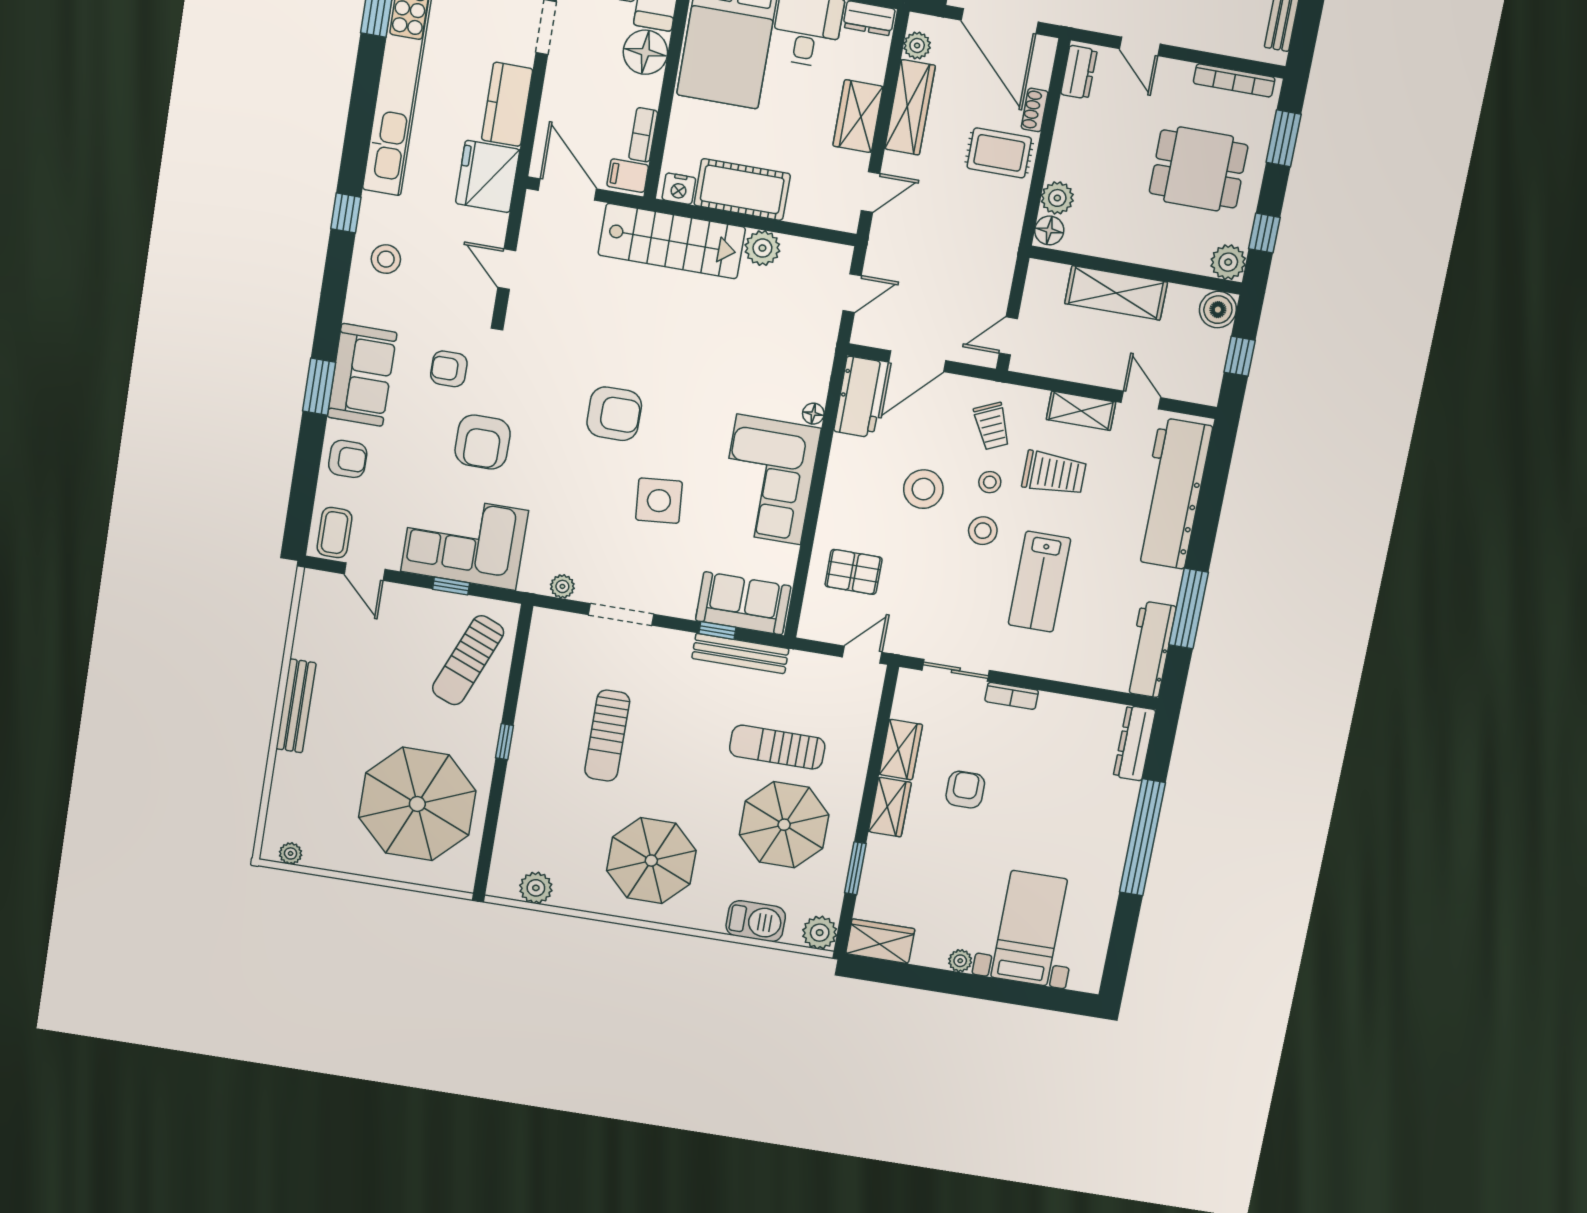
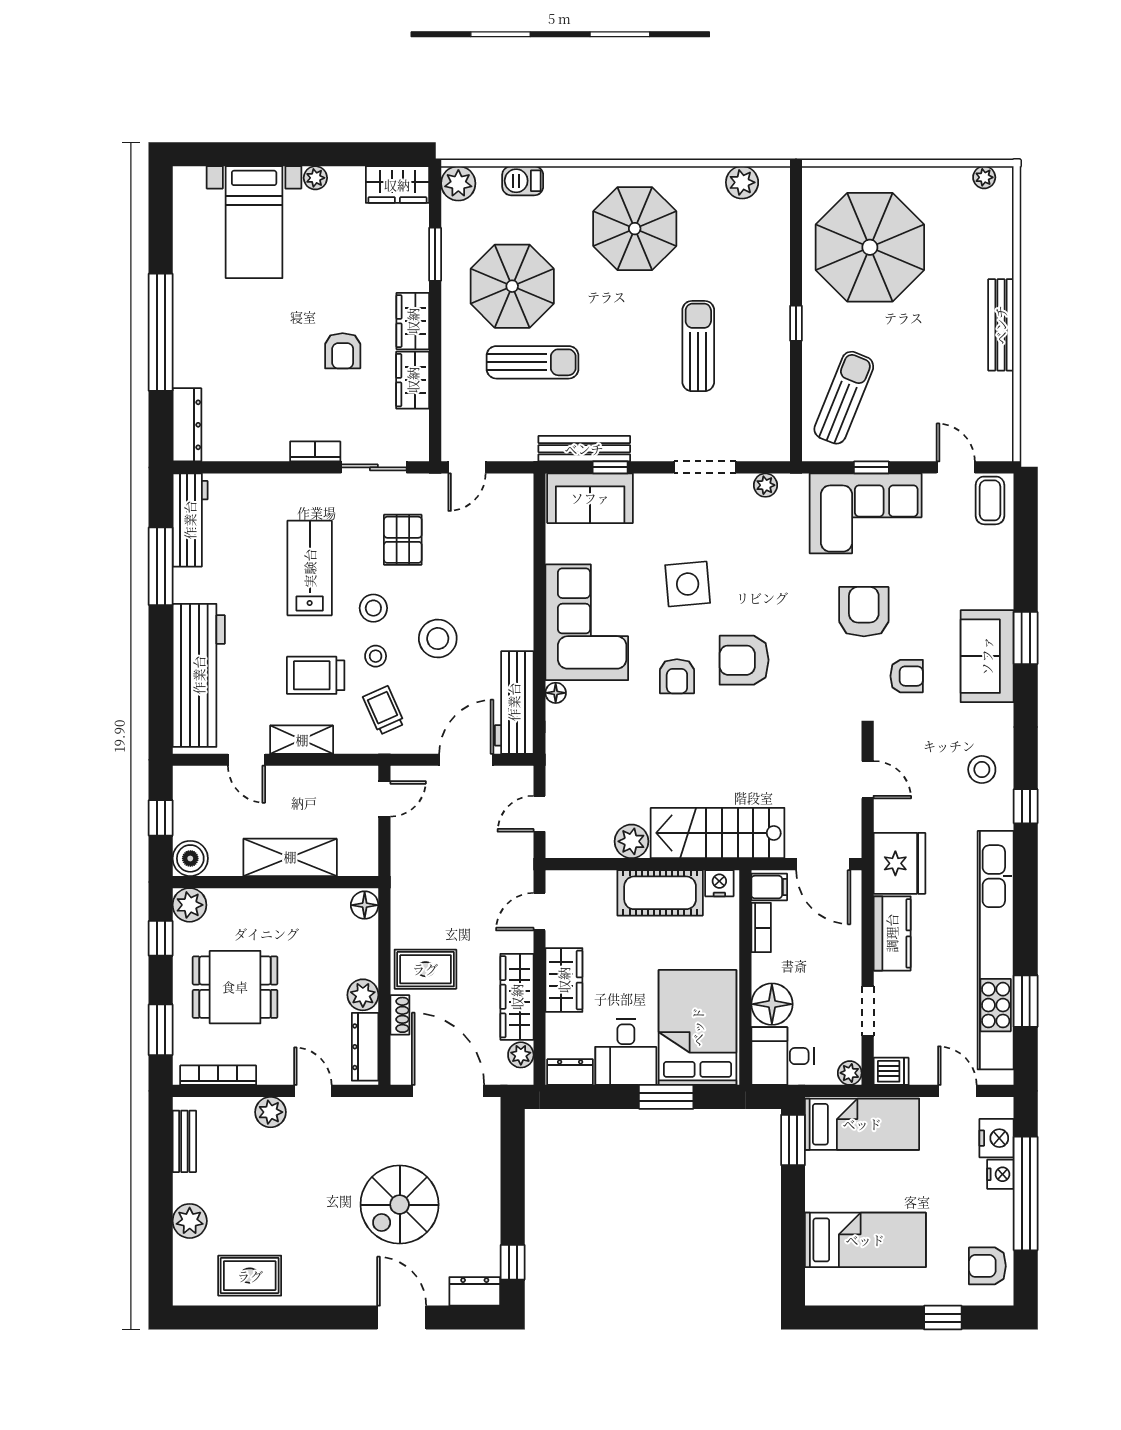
plant: (1188, 32) -> (270, 1112), added
dresser: (1079, 72) -> (365, 1047), width x1.44
plant: (1057, 198) -> (363, 995), moved
workbench: (860, 397) -> (514, 702), width x1.38
armchair: (348, 459) -> (677, 676), moved, turned -90
pallet: (854, 572) -> (403, 540), moved, turned 90
barbecue: (756, 921) -> (523, 181), width x0.73, depth x0.79

